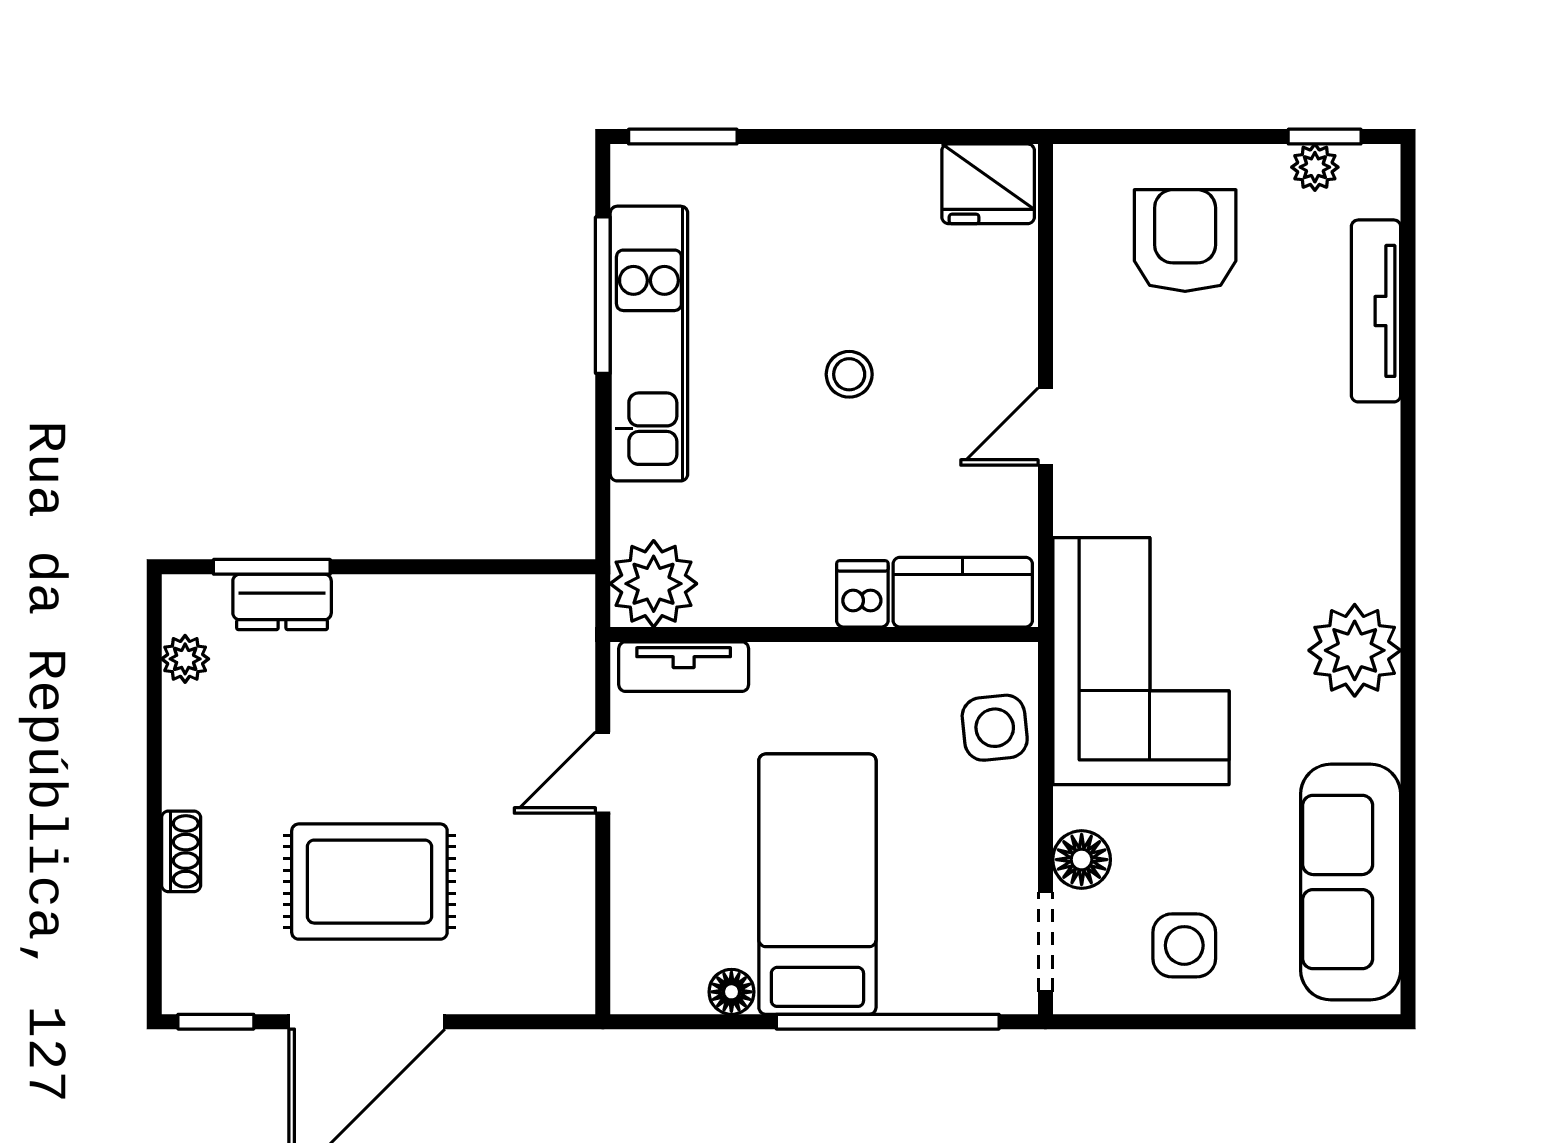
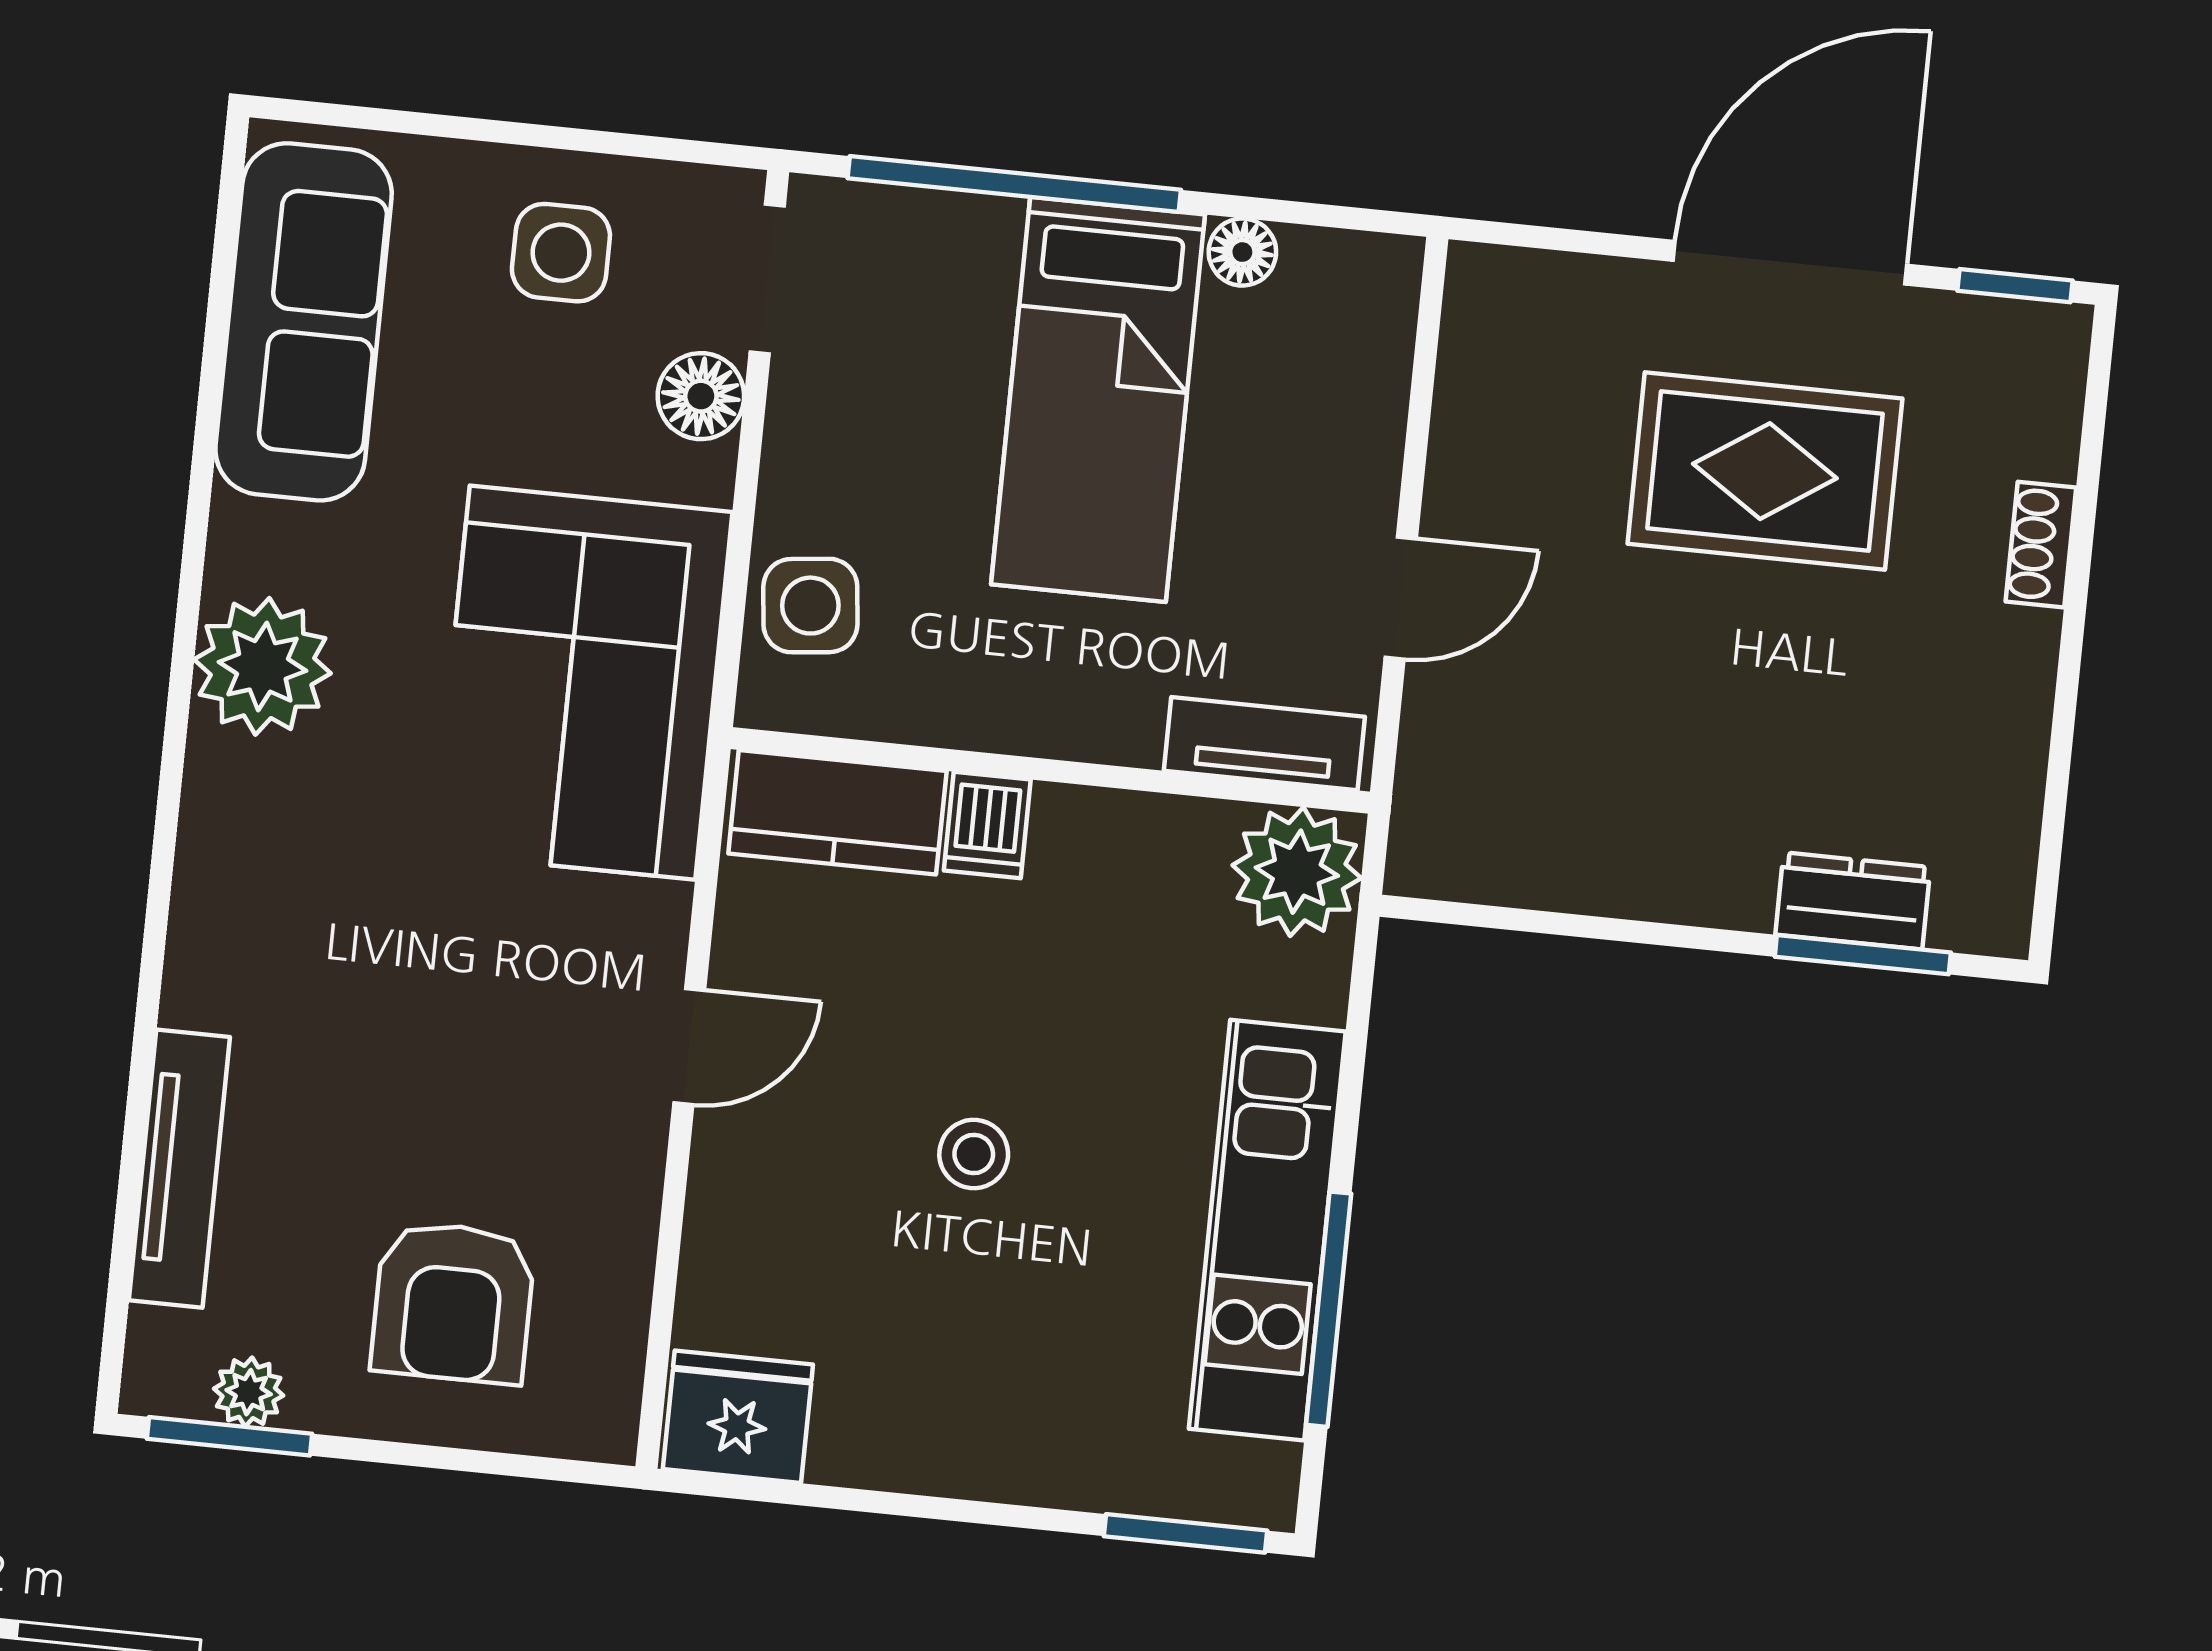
window: (1325, 137) -> (230, 1436), width x1.50
plant: (185, 659) -> (2006, 831), removed

